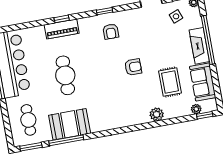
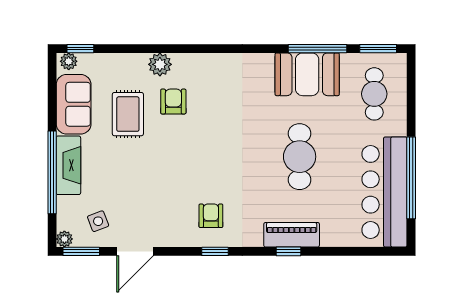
armchair: (133, 67) -> (173, 102), moved, turned 90
plant: (196, 109) -> (69, 61), moved

